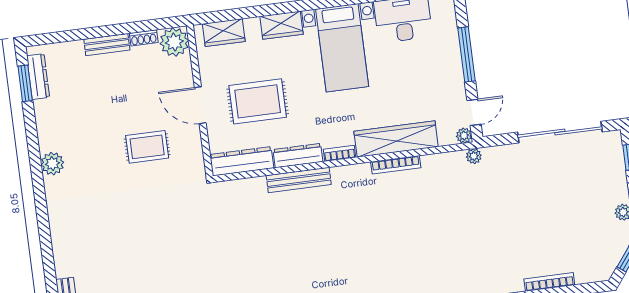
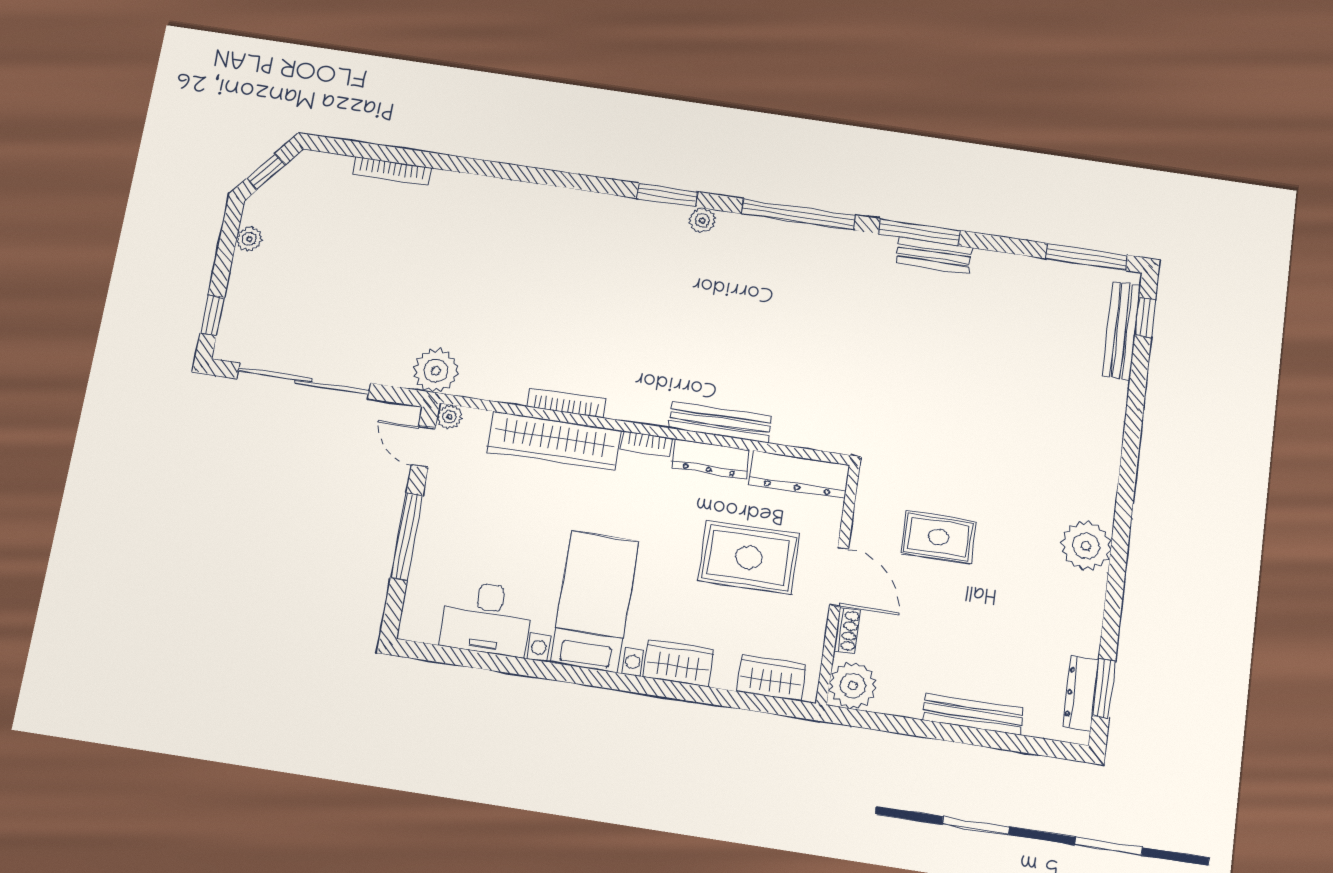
shoe rack: (144, 38) -> (847, 631), moved, turned 90
bench: (107, 45) -> (973, 714), width x1.36
door: (474, 112) -> (423, 447), hinge flipped
plant: (474, 156) -> (436, 371), width x1.88, depth x1.88
plant: (52, 164) -> (1086, 546), width x1.36, depth x1.36

